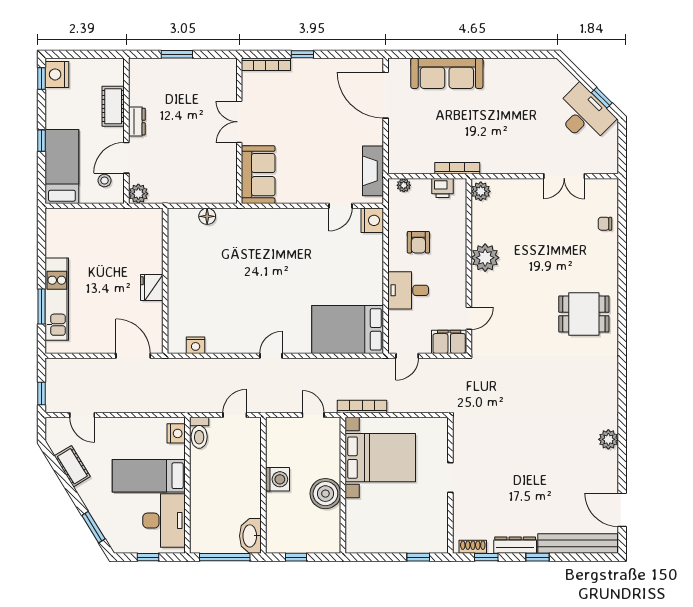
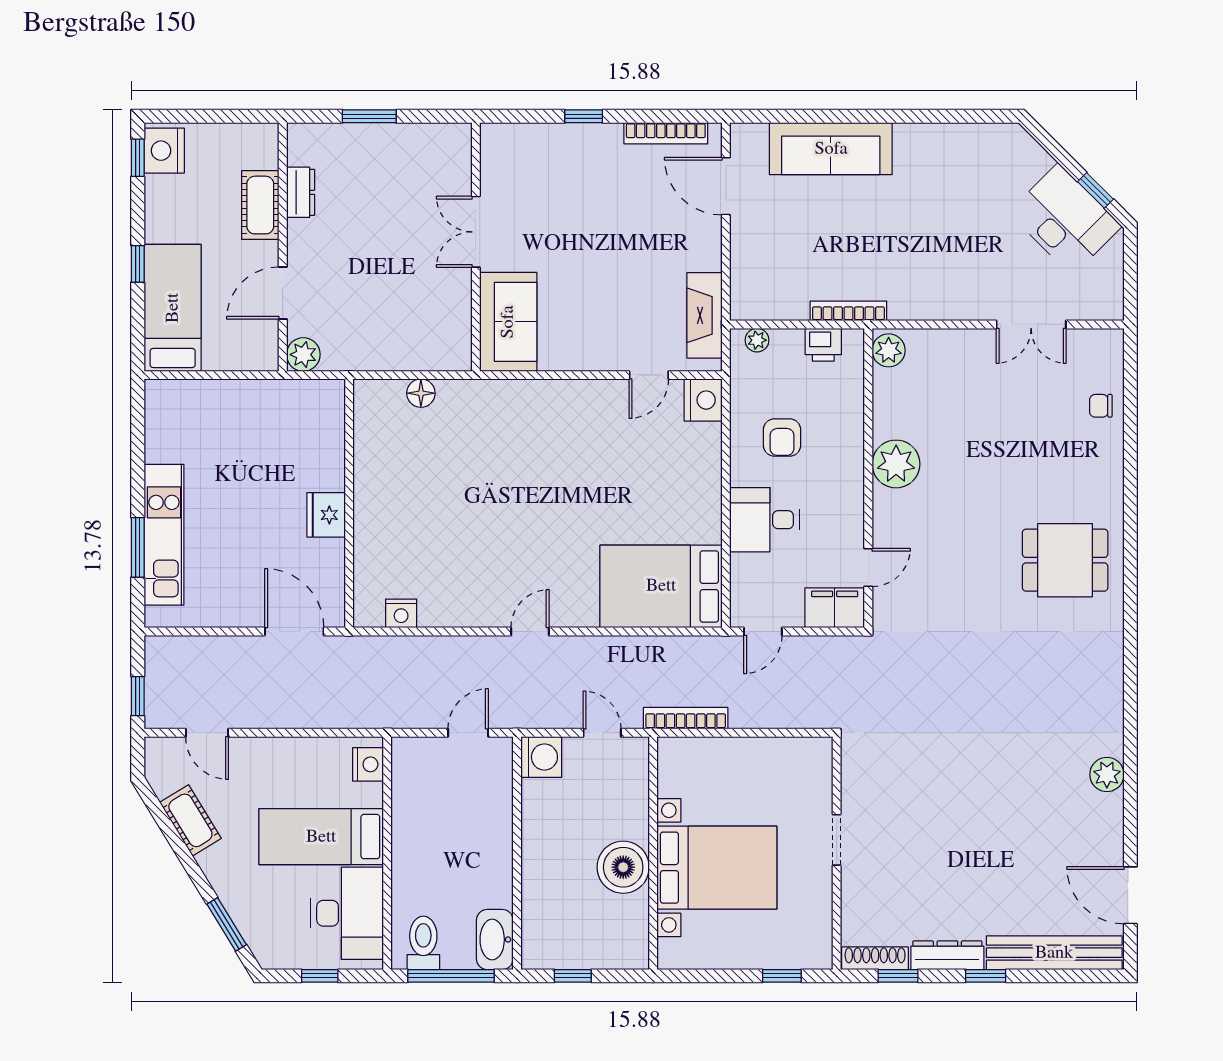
bookcase: (266, 64) -> (666, 133), moved
door: (386, 95) -> (726, 186), width x0.73
dresser: (137, 122) -> (301, 192), moved
stool: (104, 181) -> (245, 332), removed
toilet: (199, 433) -> (423, 943), moved, turned 180
bed with nightstands: (380, 458) -> (717, 868), moved
washing machine: (277, 479) -> (541, 757), moved
shoe rack: (473, 547) -> (875, 958), width x1.43

